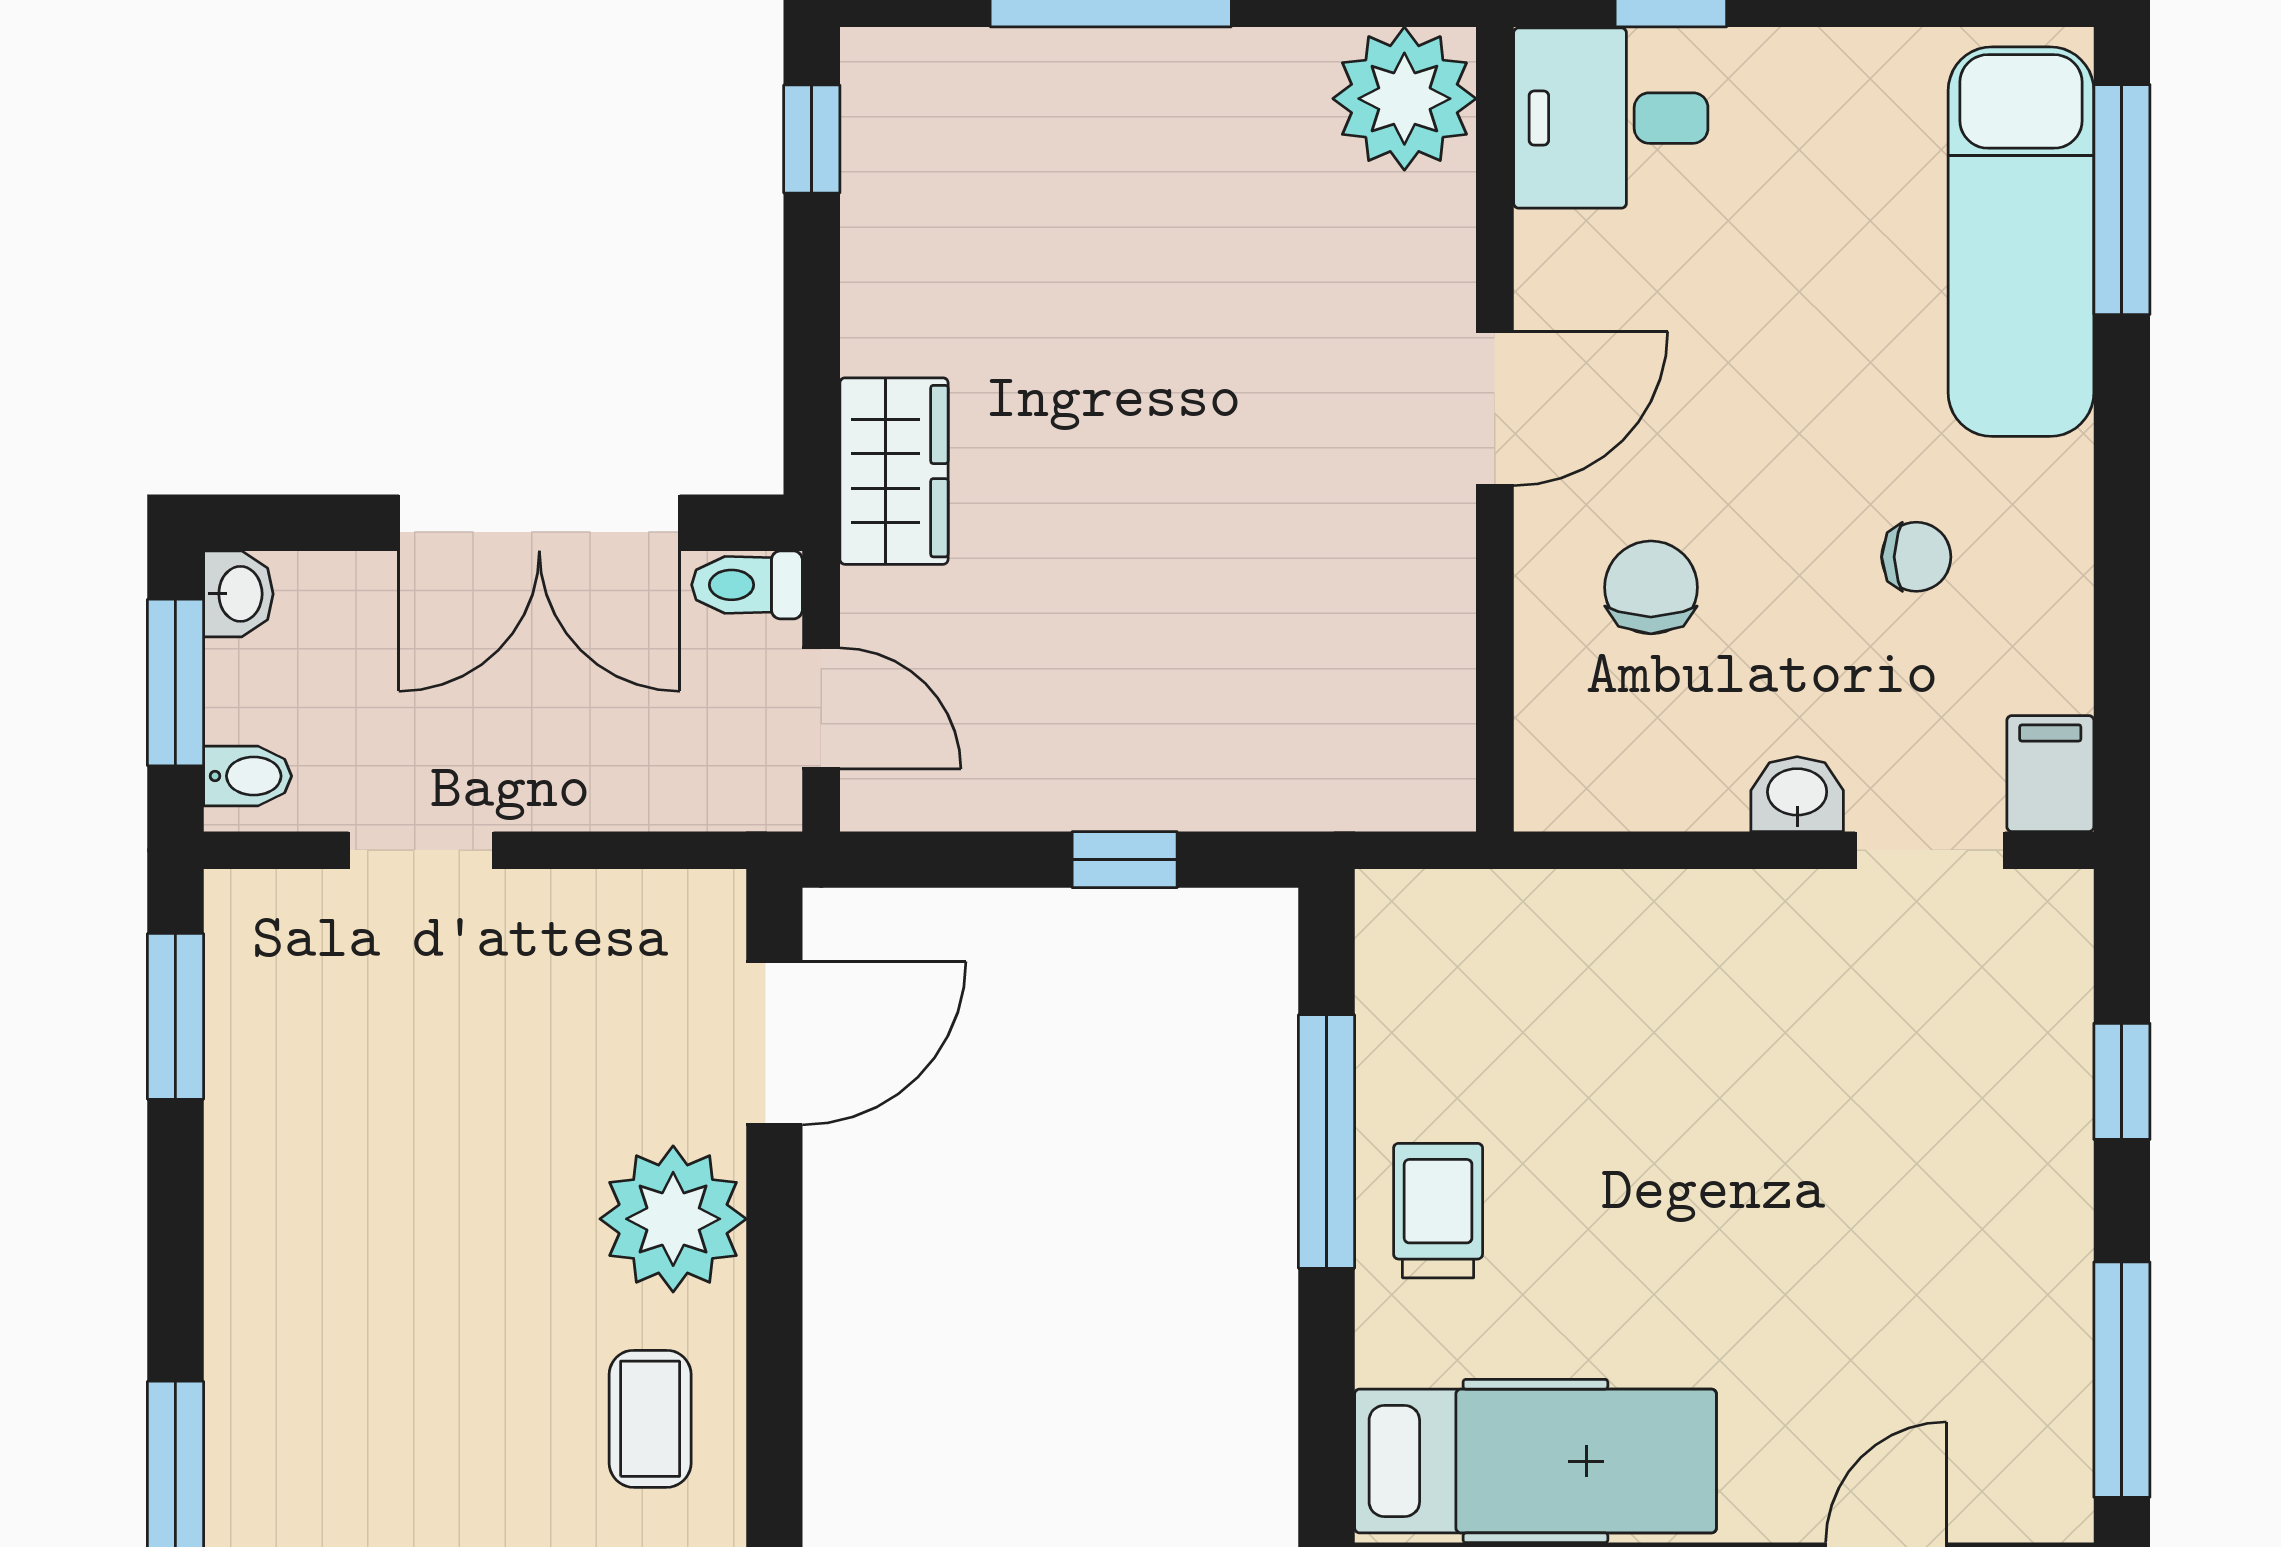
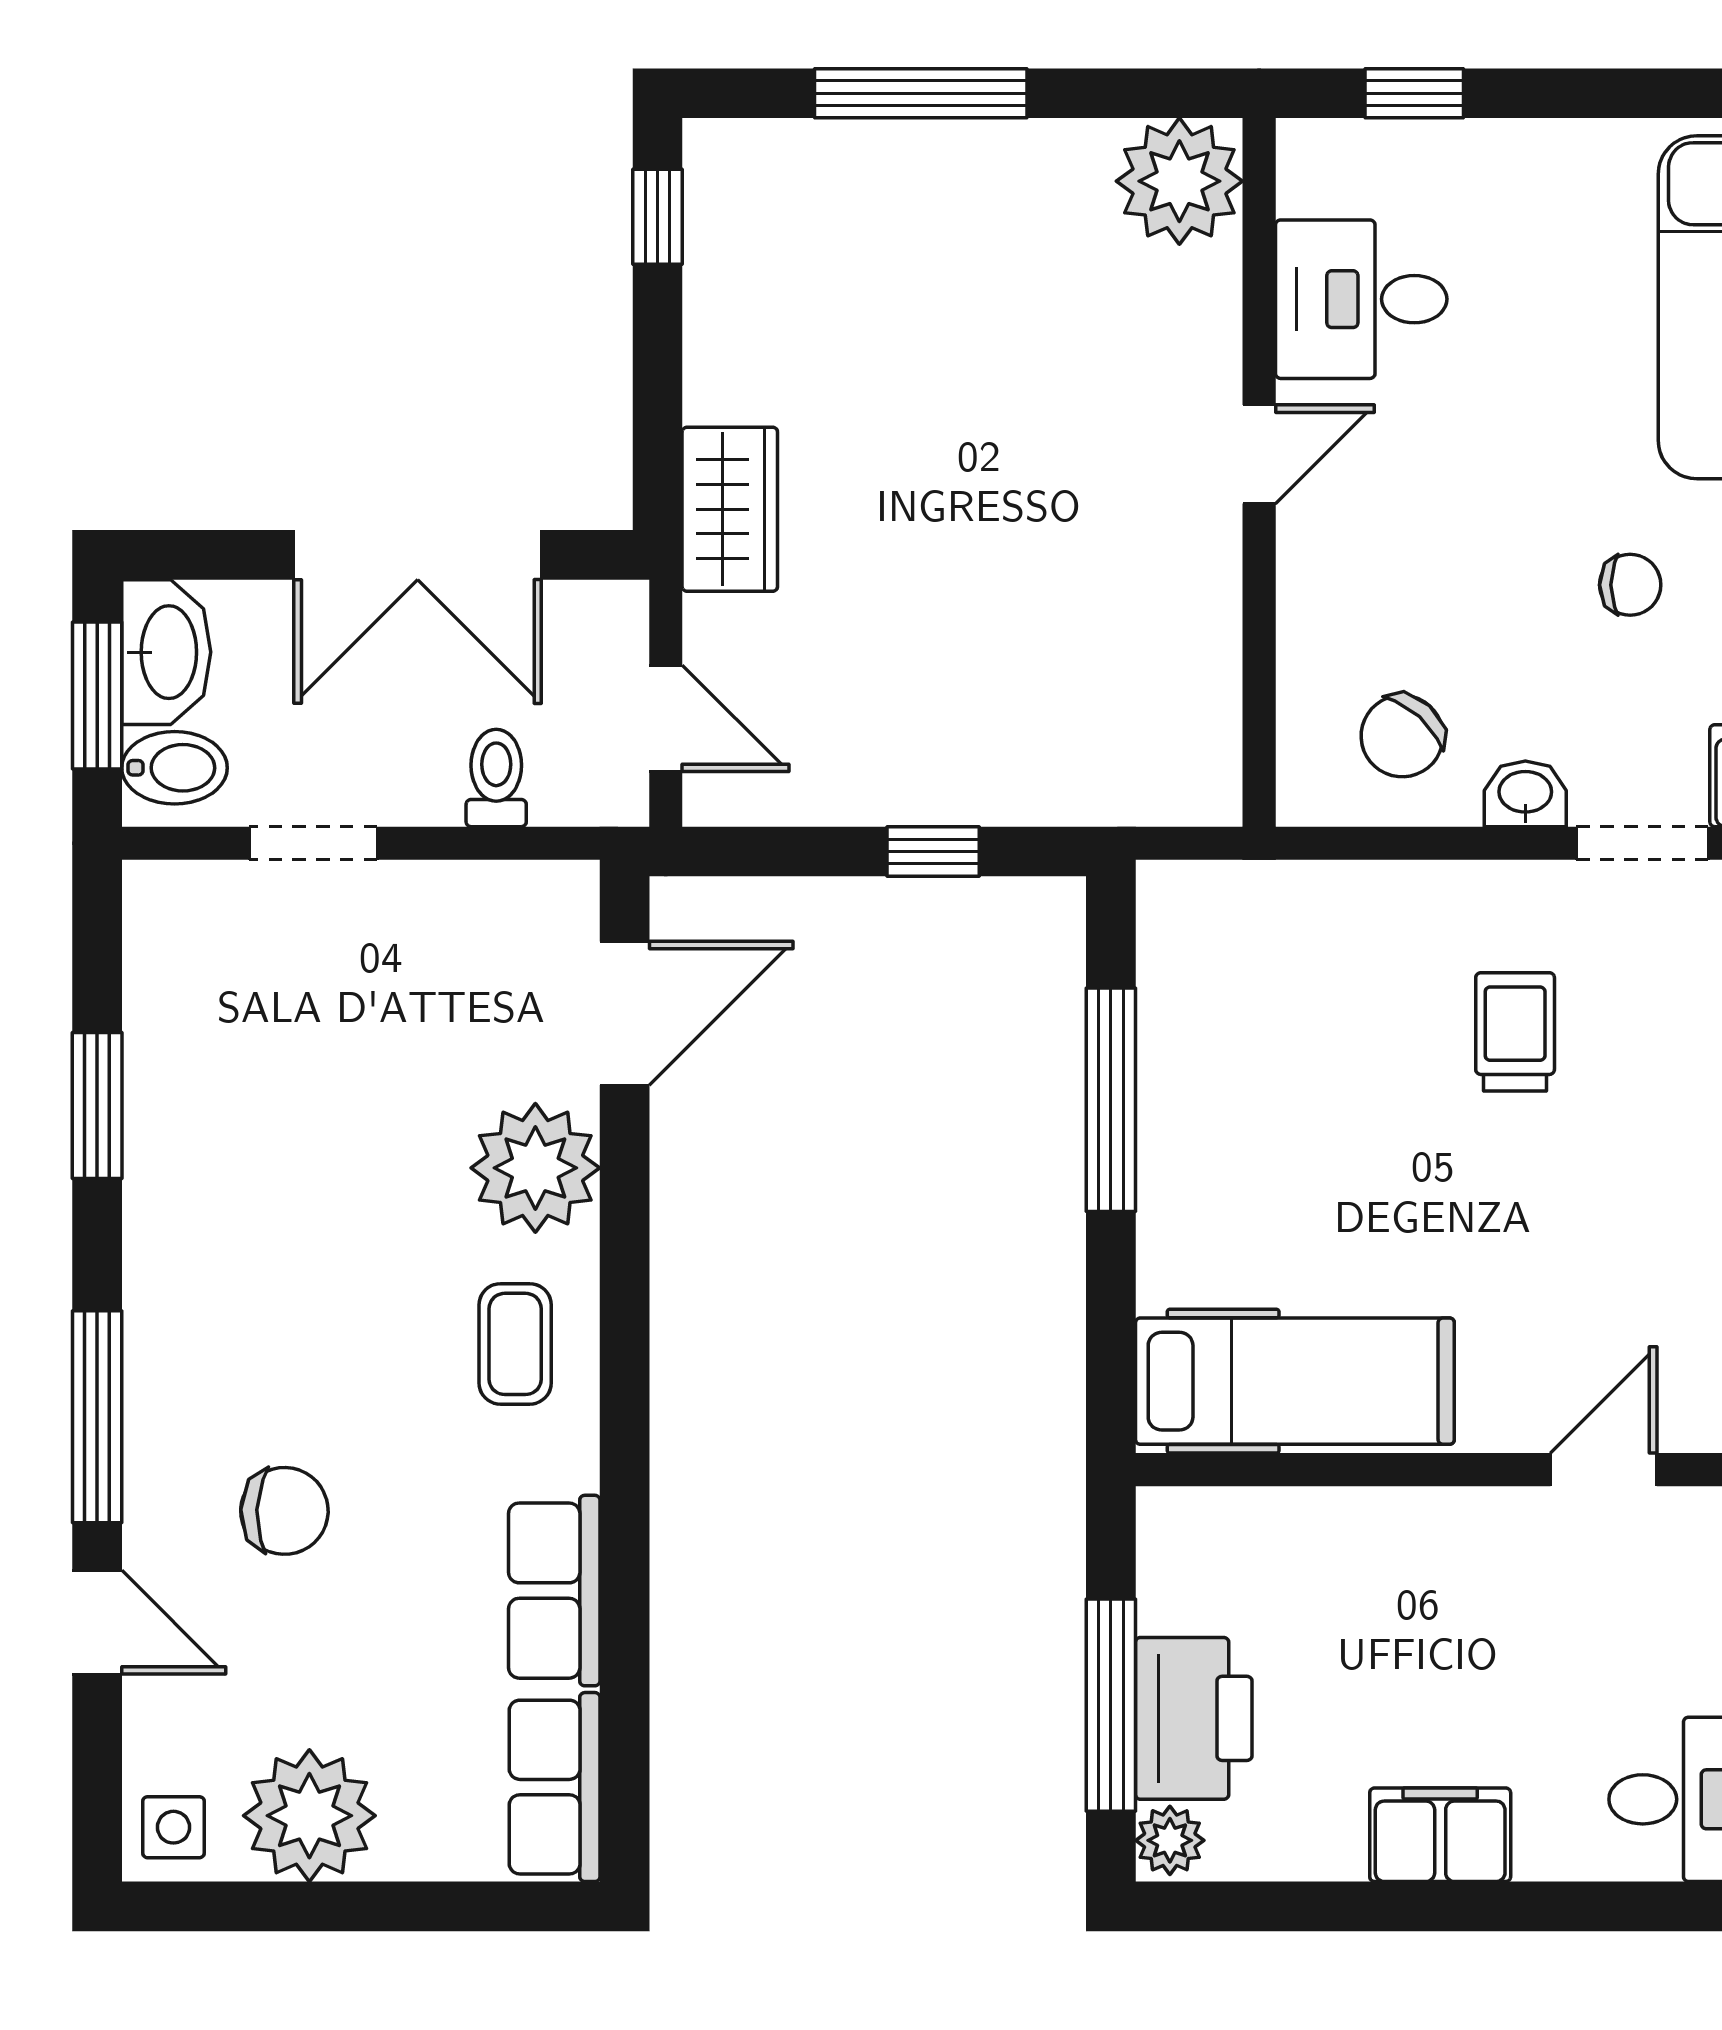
desk: (1611, 118) -> (1361, 299), moved
door: (1495, 409) -> (1259, 454), width x0.73
toilet: (747, 585) -> (496, 778), moved, turned 90
chair: (1651, 587) -> (1402, 736), moved, turned -138
washbasin: (238, 594) -> (166, 652), width x1.91, depth x1.45
bidet: (248, 776) -> (175, 768), width x1.38, depth x1.36
window: (175, 1016) -> (97, 1106), moved
trolley: (1438, 1211) -> (1515, 1032), moved

